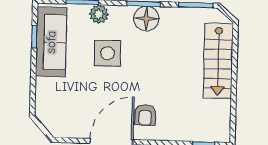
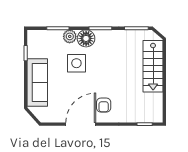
floor lamp: (146, 18) -> (86, 38), moved
sofa: (51, 42) -> (37, 82), moved

